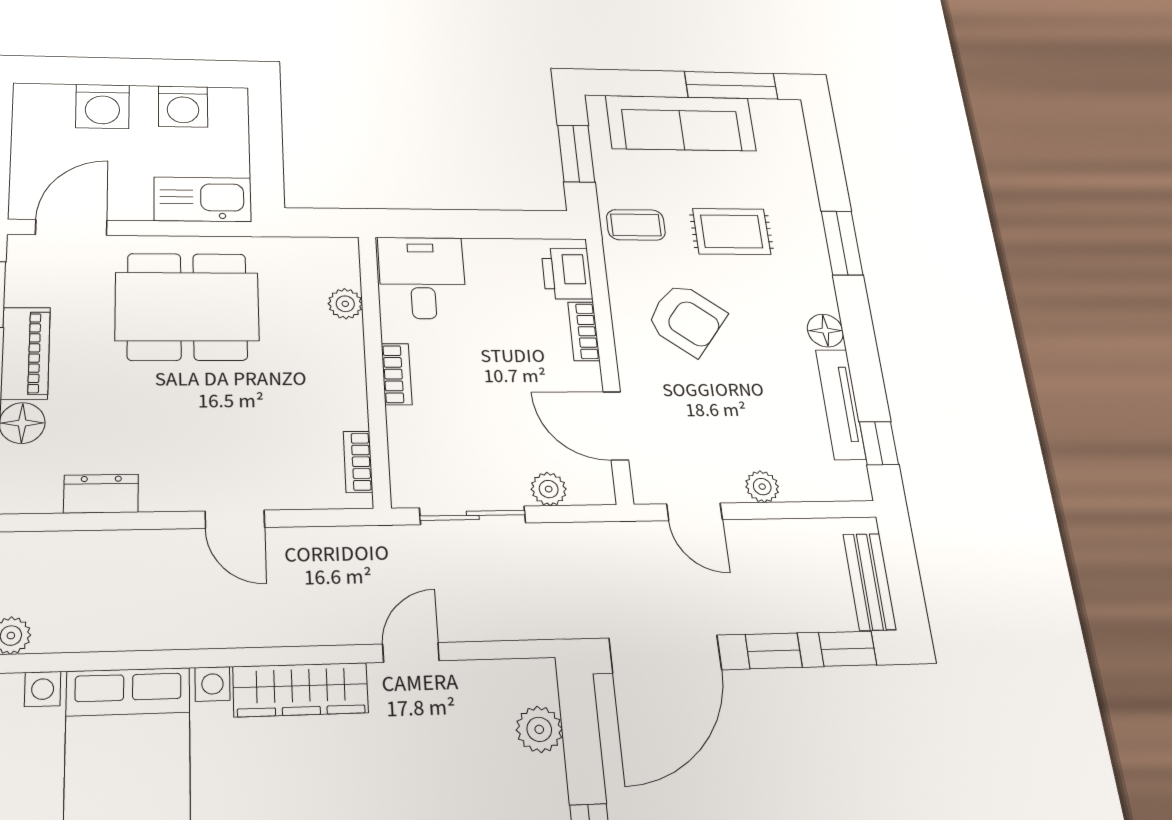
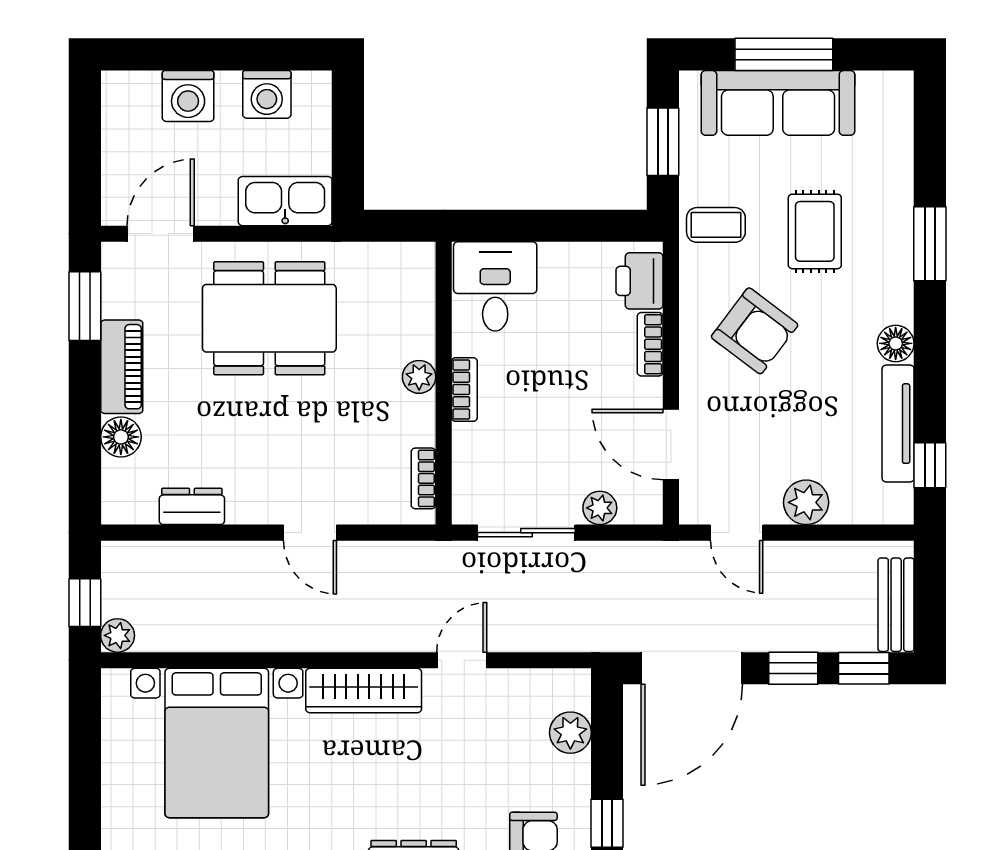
window: (731, 85) -> (784, 54), moved
rug: (732, 231) -> (815, 231), turned 90
plant: (345, 304) -> (419, 377), moved
plant: (762, 487) -> (806, 502), width x1.38, depth x1.38

